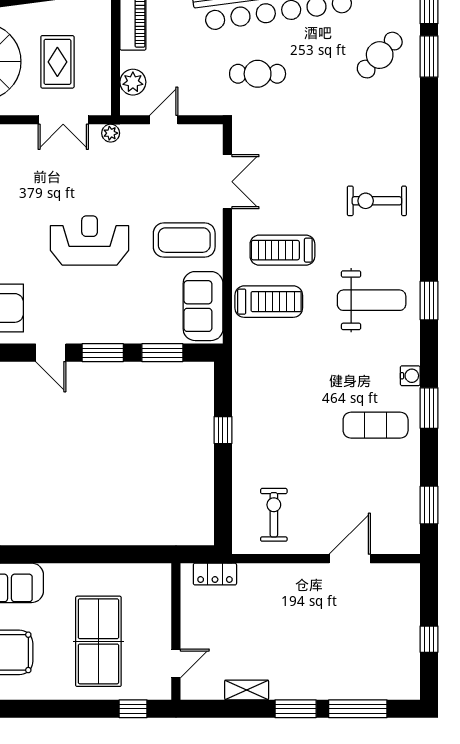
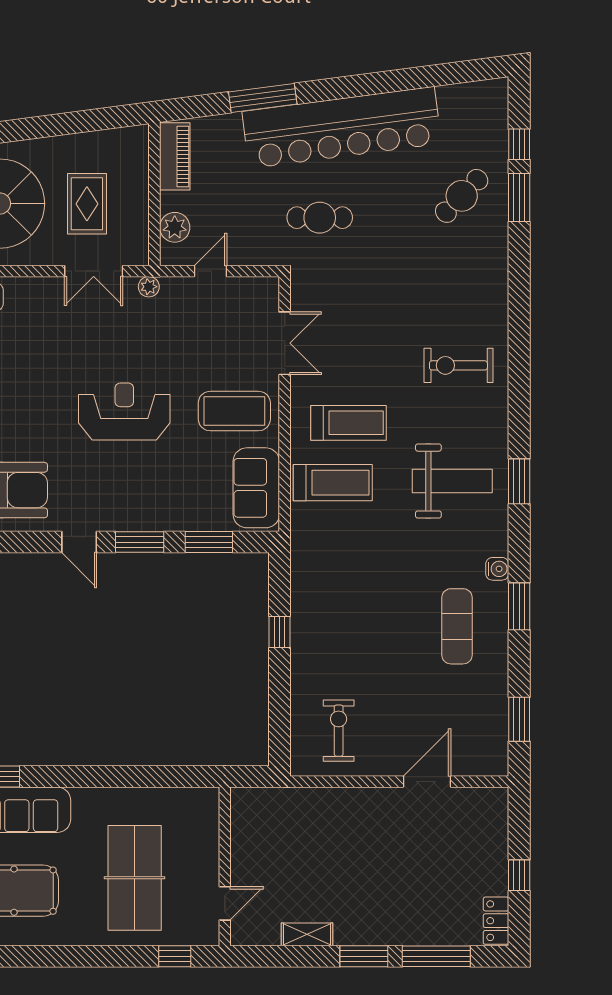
treadmill: (282, 250) -> (349, 423), turned 180
exercise mat: (376, 425) -> (457, 626), turned 90
locker: (215, 574) -> (496, 921), moved, turned 90

